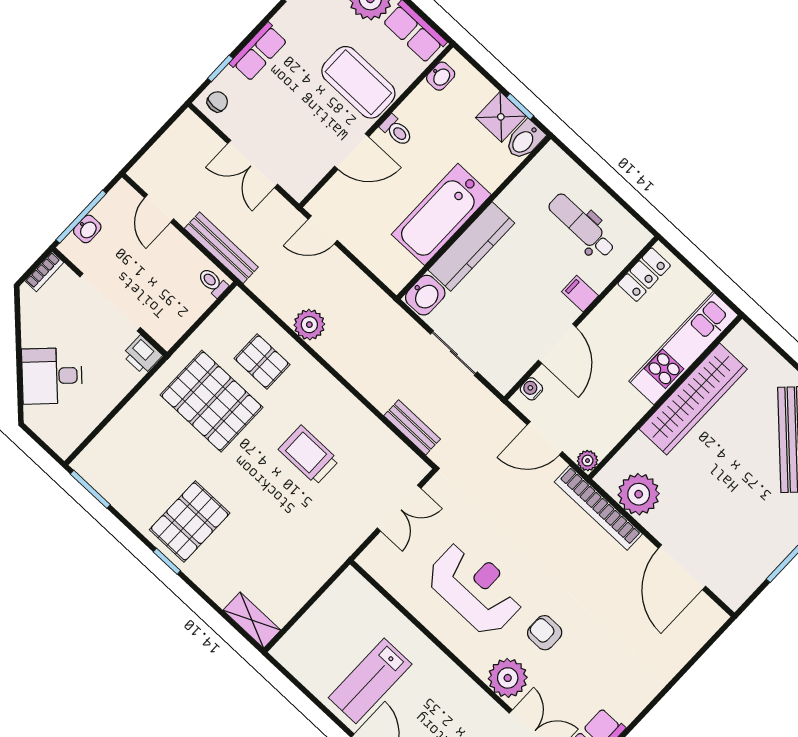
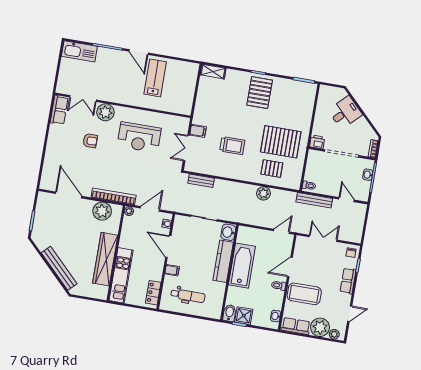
filing cabinet: (355, 526) -> (198, 131), added
armchair: (545, 633) -> (90, 141), moved

